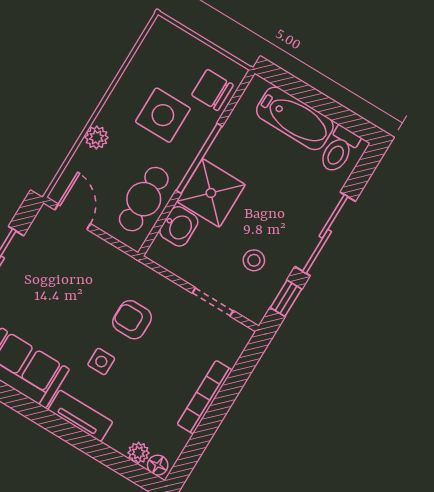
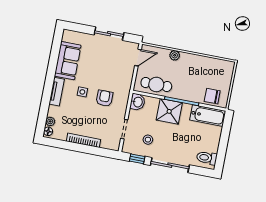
chair: (212, 90) -> (212, 96), turned -90
side table: (163, 115) -> (194, 79), removed
bathtub: (295, 118) -> (208, 116), moved, turned -90
washbasin: (179, 226) -> (138, 102), moved, turned -90

